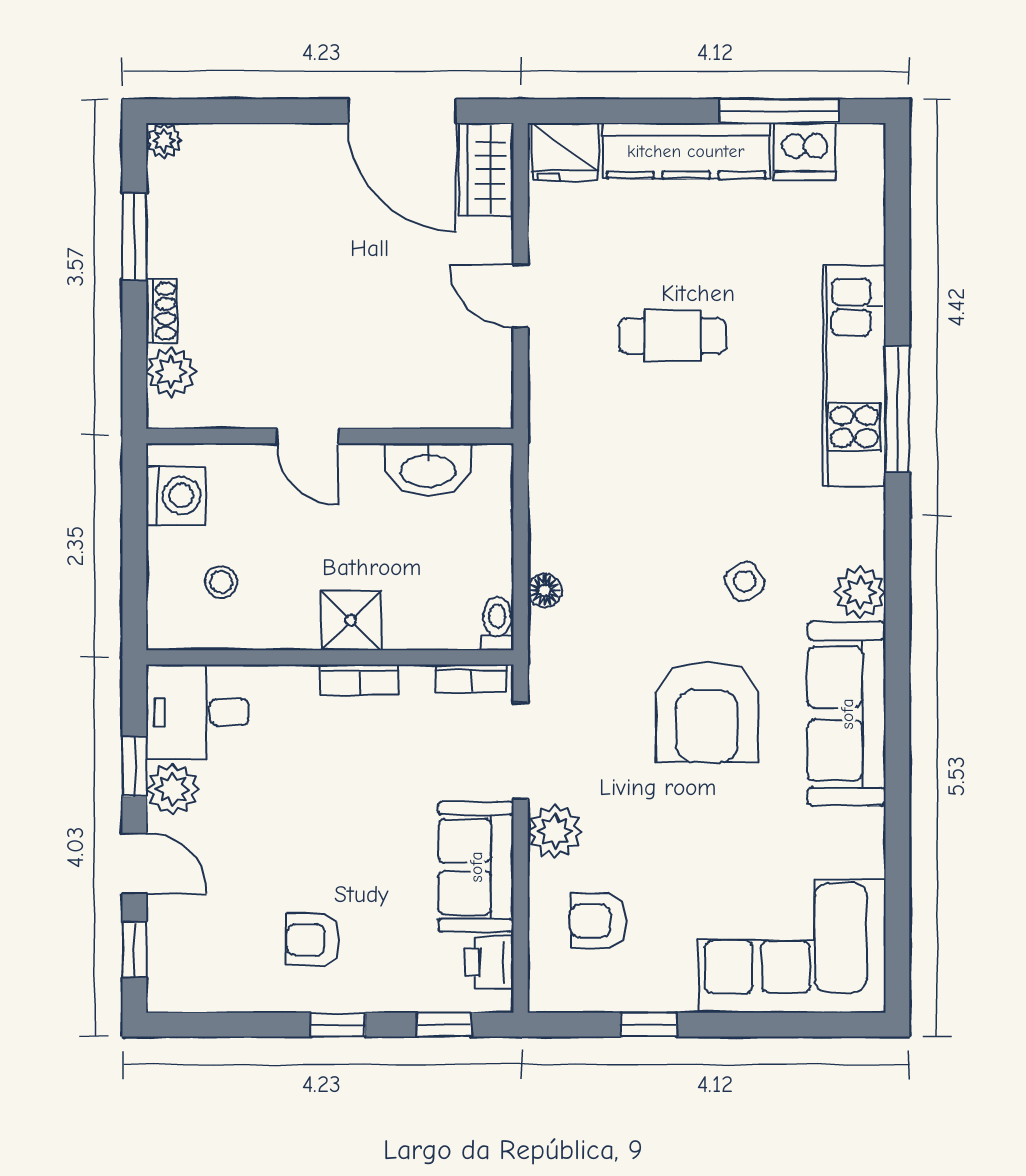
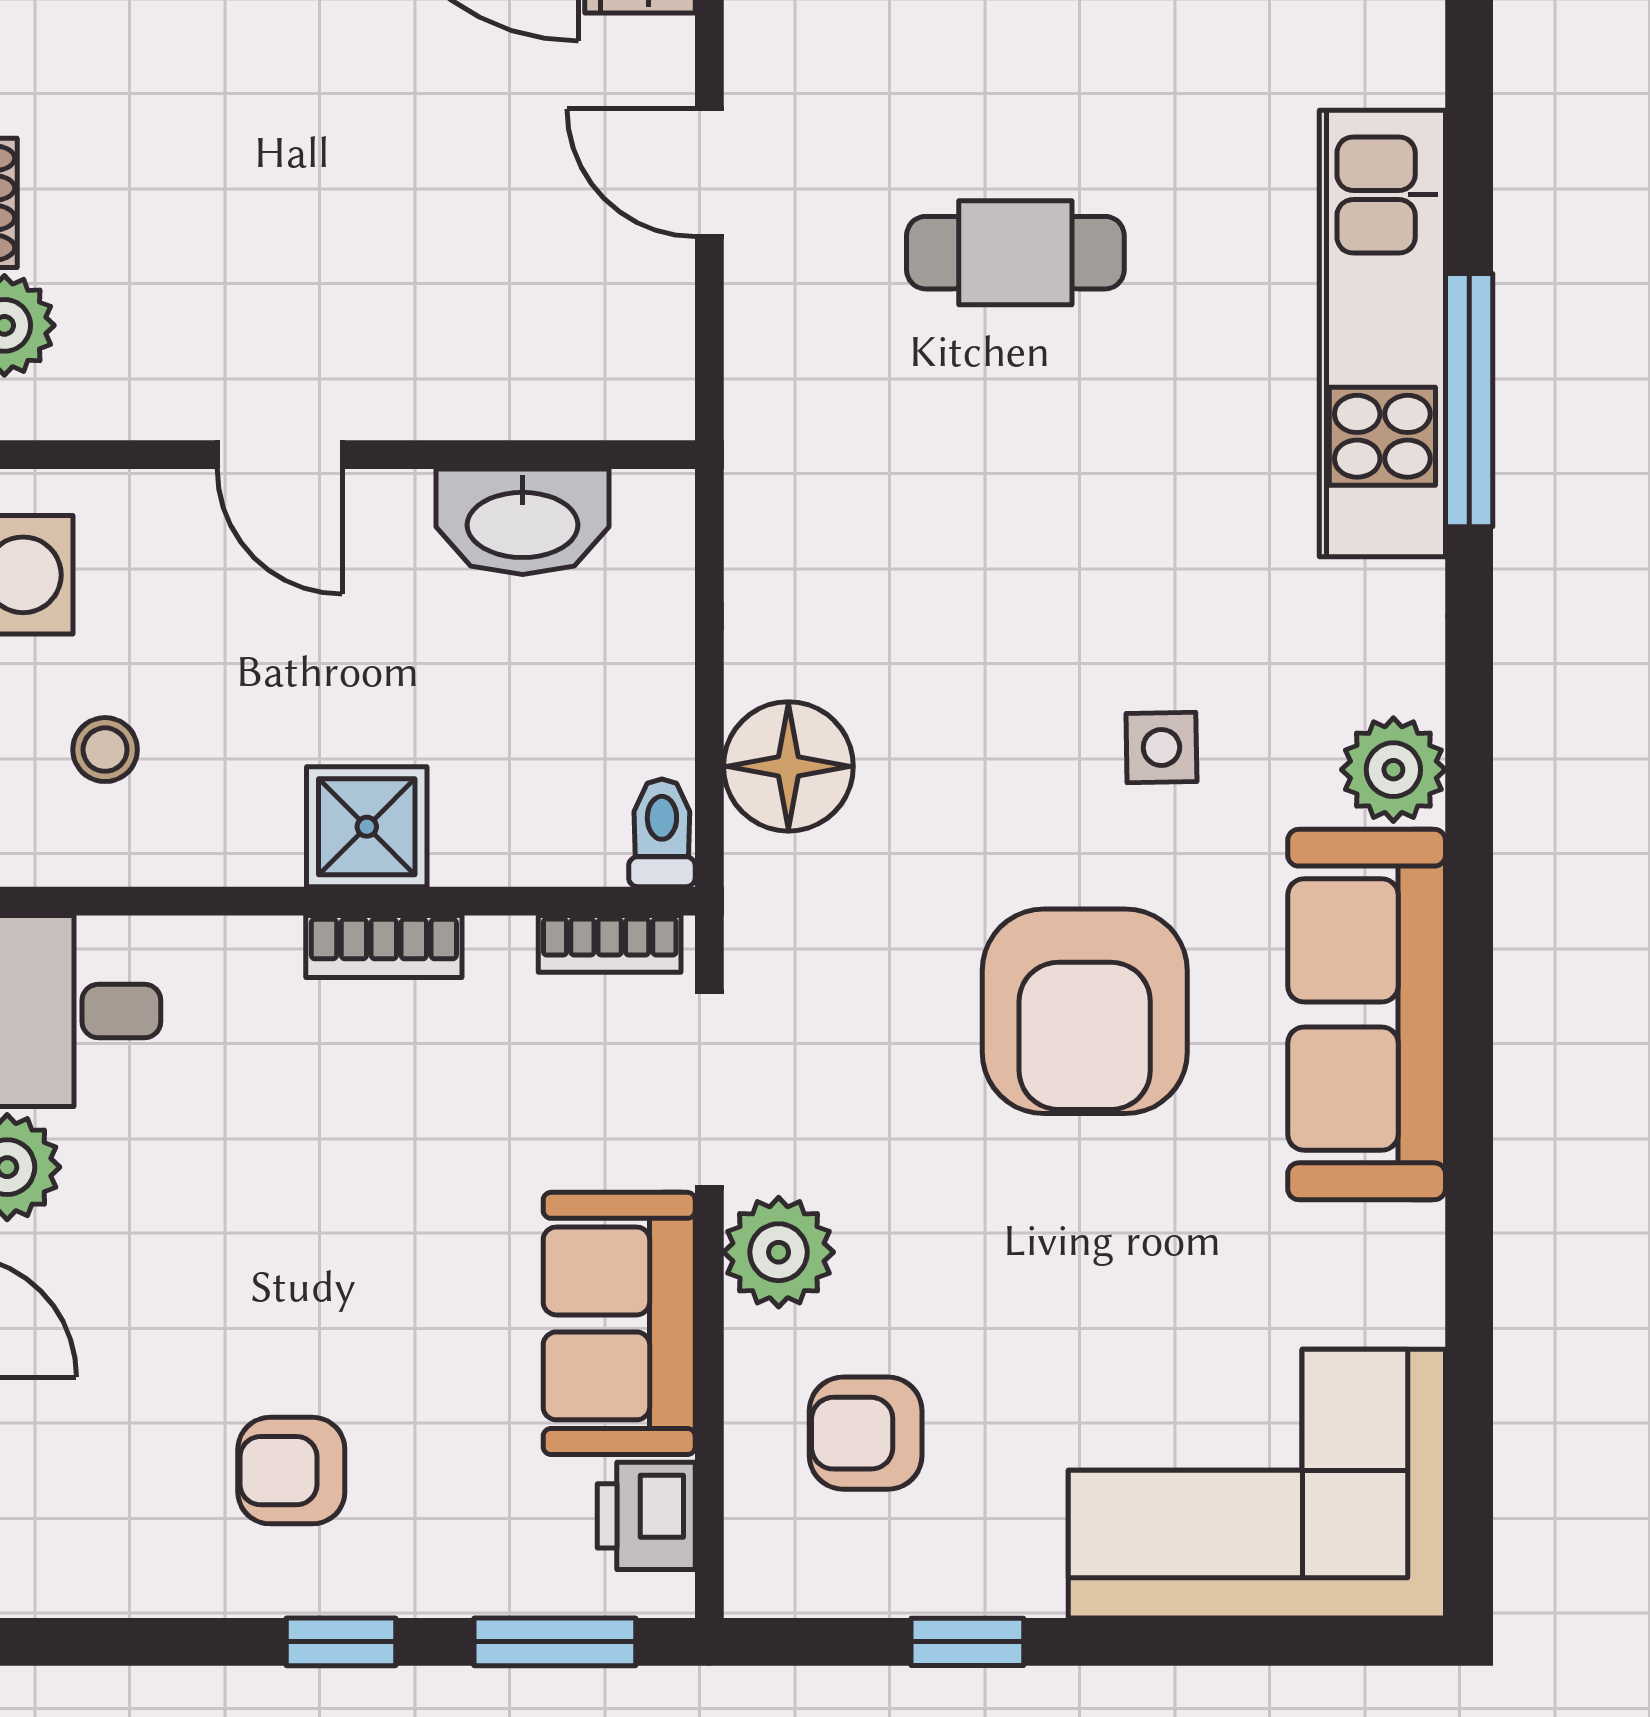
side table: (745, 581) -> (1161, 748), turned 30
floor lamp: (545, 591) -> (788, 766), width x1.89, depth x1.89
window: (444, 1025) -> (555, 1642), width x1.50

